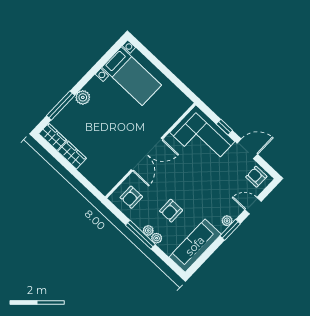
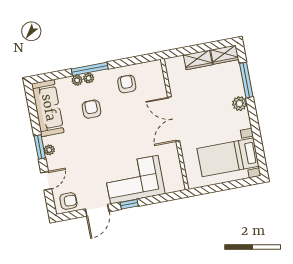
wall: (150, 151) -> (175, 124), moved
double door: (147, 154) -> (174, 119), moved

